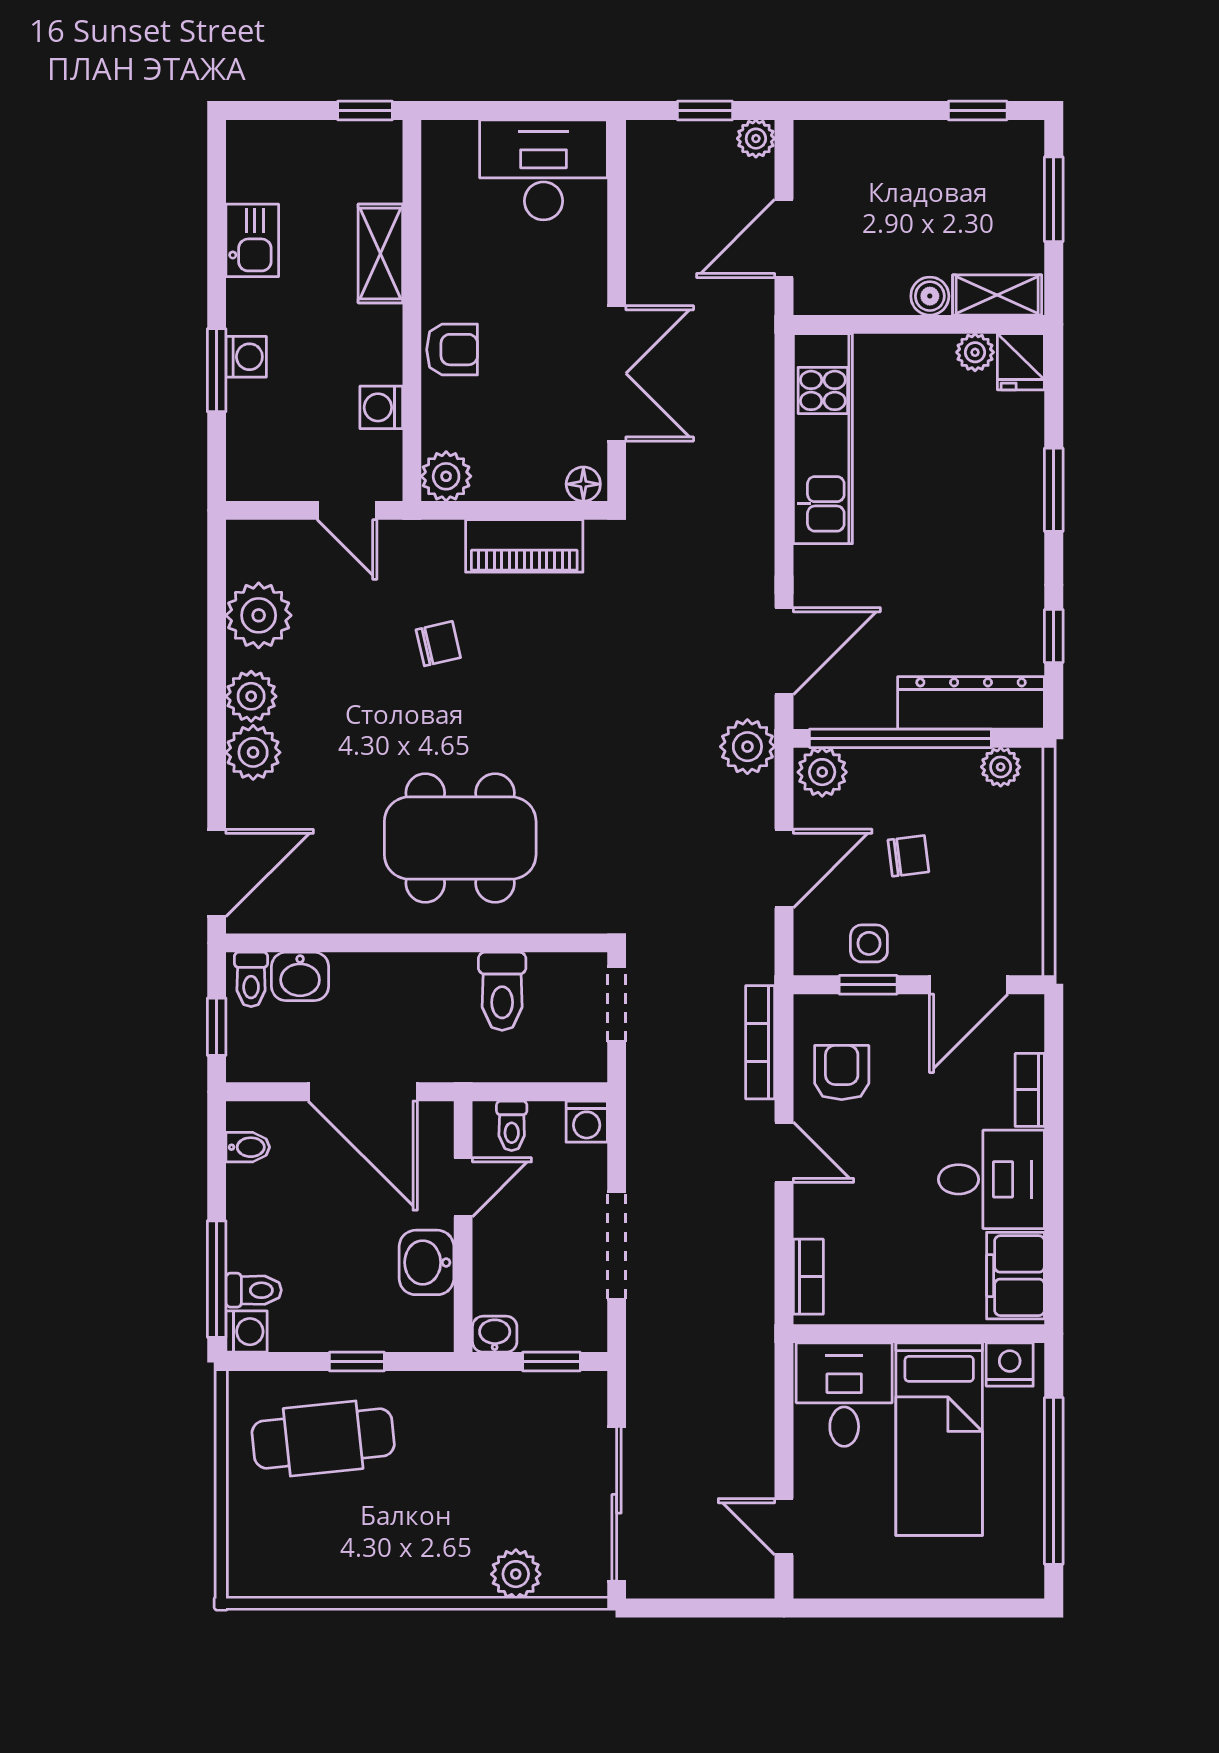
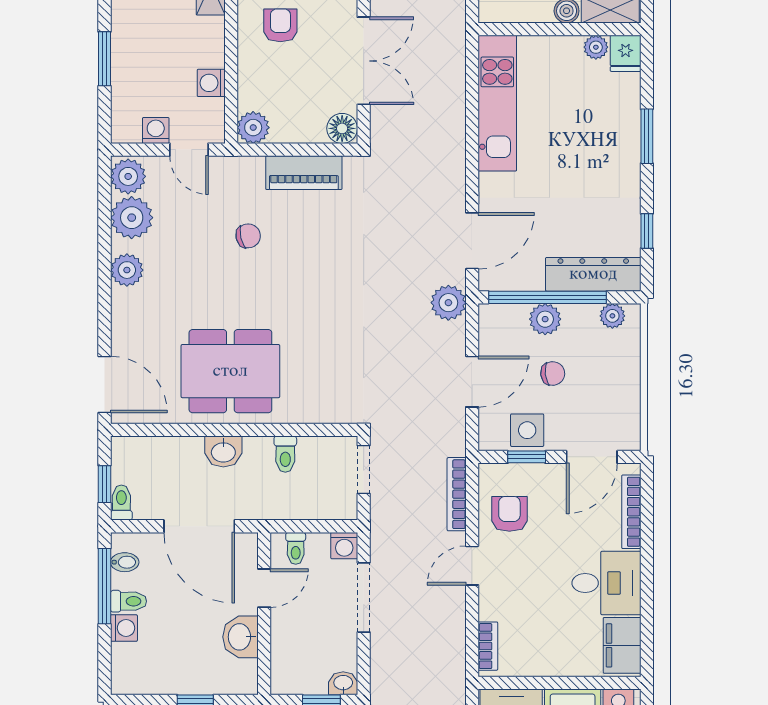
armchair: (452, 350) -> (280, 25), moved, turned -90
washing machine: (246, 357) -> (156, 130), moved, turned -90
floor lamp: (583, 484) -> (342, 128), width x1.37, depth x1.37
plant: (253, 752) -> (128, 176), moved
plant: (822, 772) -> (545, 319), moved
dining table: (460, 838) -> (230, 371), moved
door: (217, 873) -> (105, 385), hinge flipped
side table: (869, 943) -> (527, 430), width x1.37, depth x1.37
washbasin: (300, 976) -> (223, 452), moved
toilet: (251, 979) -> (121, 503), moved, turned 180
toilet: (502, 991) -> (285, 454), width x0.73, depth x0.72
bookcase: (1030, 1090) -> (631, 512), width x1.56
door: (784, 1152) -> (472, 566), swing flipped
doorway: (617, 1246) -> (364, 597), moved
window: (217, 1279) -> (105, 586), moved
toilet: (254, 1290) -> (128, 601), moved
washing machine: (247, 1332) -> (124, 628), moved
washbasin: (495, 1334) -> (343, 683), moved

